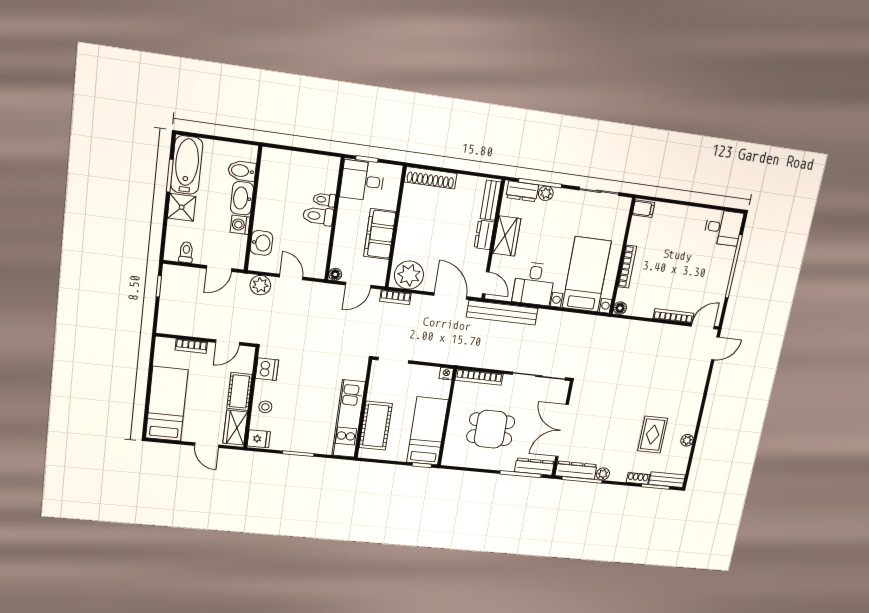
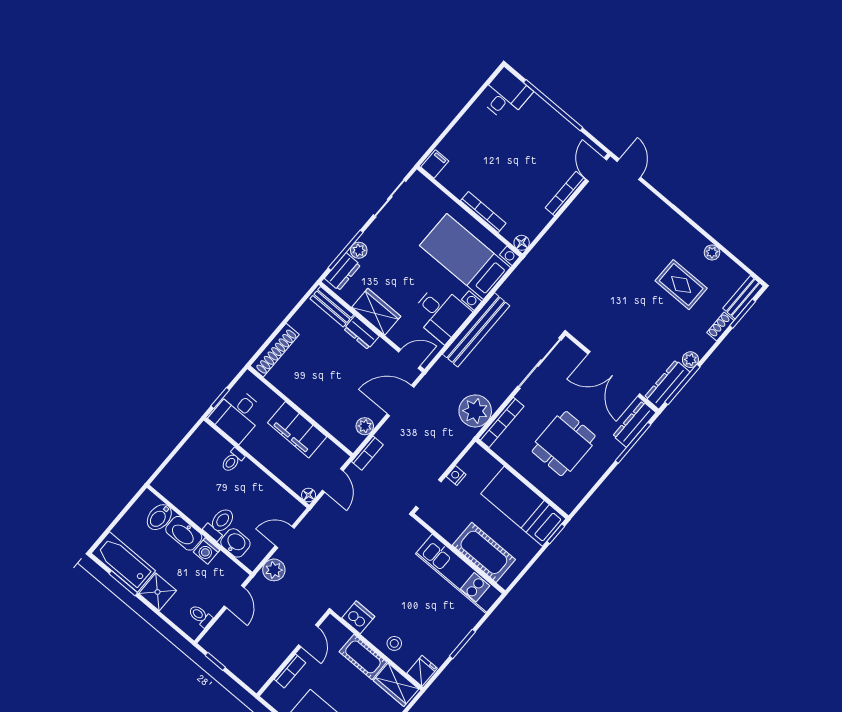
toilet: (318, 216) -> (220, 523), moved, turned 180
plant: (409, 275) -> (365, 426), width x0.53, depth x0.53
bench: (502, 313) -> (476, 330), moved
plant: (476, 354) -> (475, 411), added
nightstand: (446, 374) -> (456, 475), moved

